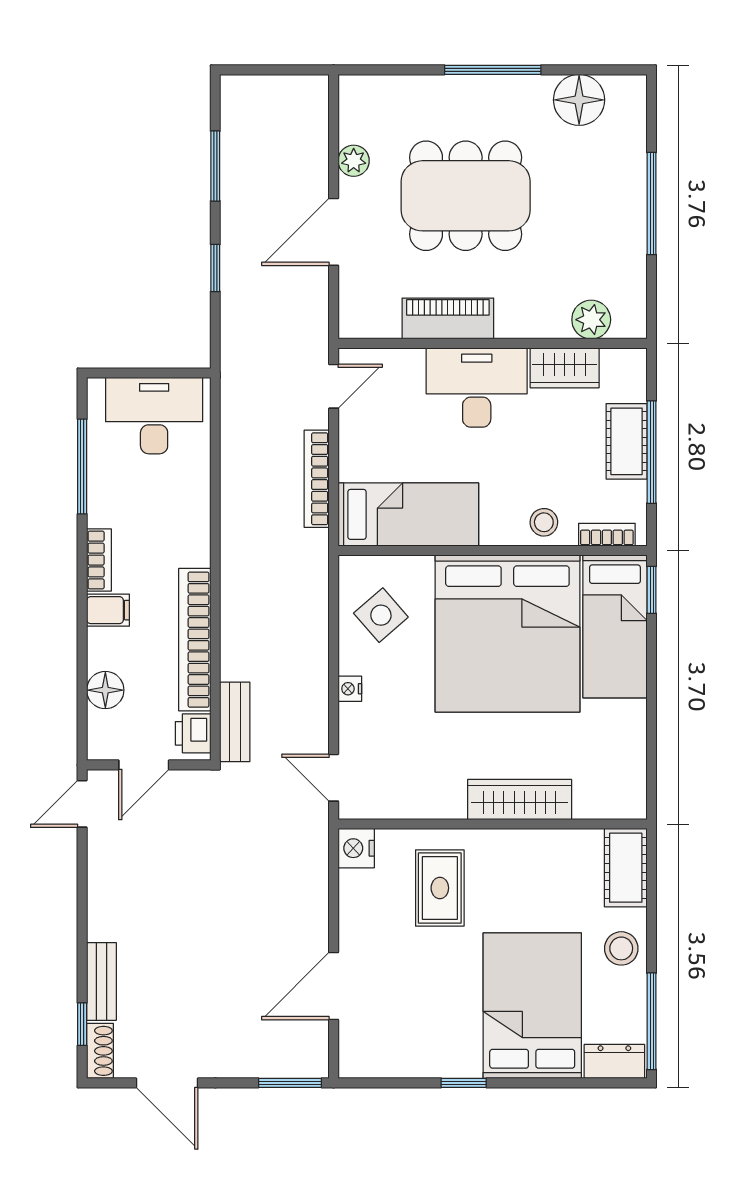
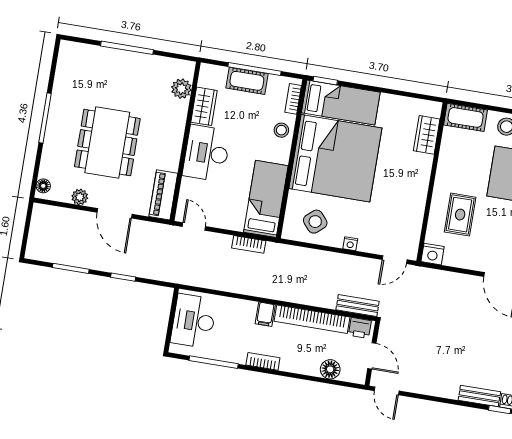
floor lamp: (579, 100) -> (43, 186), moved, width x0.53, depth x0.53
piano: (448, 319) -> (163, 195), moved
bookcase: (317, 479) -> (249, 244), width x0.64
filing cabinet: (108, 610) -> (265, 314), moved, turned 180
wardrobe: (520, 800) -> (427, 135), moved, width x0.67
rug: (440, 888) -> (460, 215), turned 90

